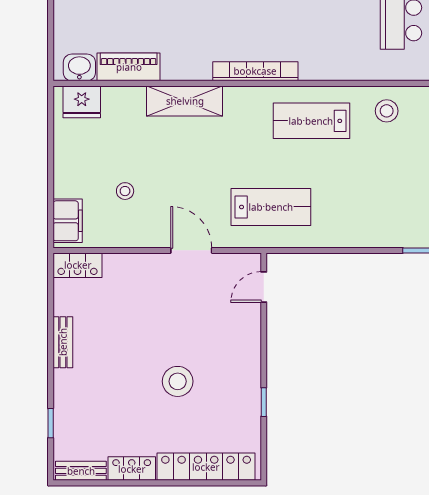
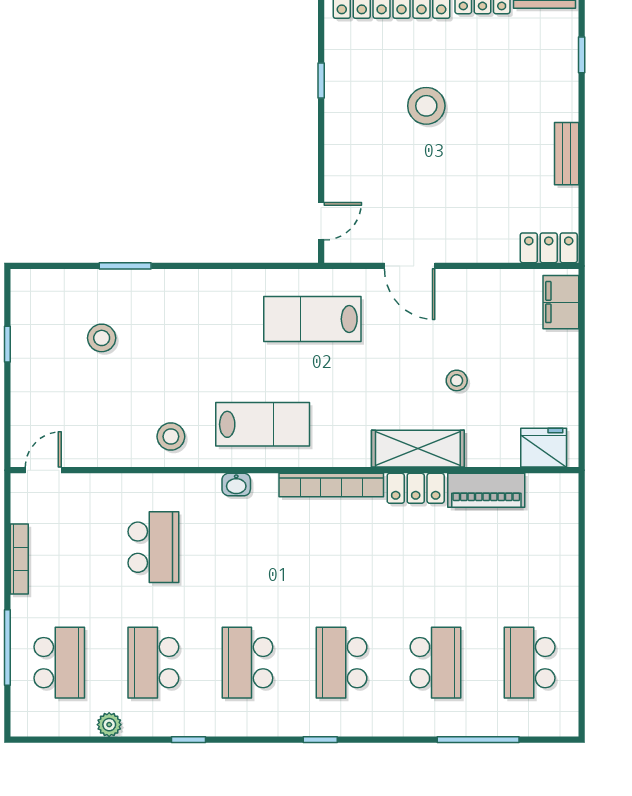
washbasin: (79, 67) -> (236, 485), moved, width x0.72, depth x0.69
locker: (186, 69) -> (416, 488), added
stool: (125, 191) -> (457, 380), moved

